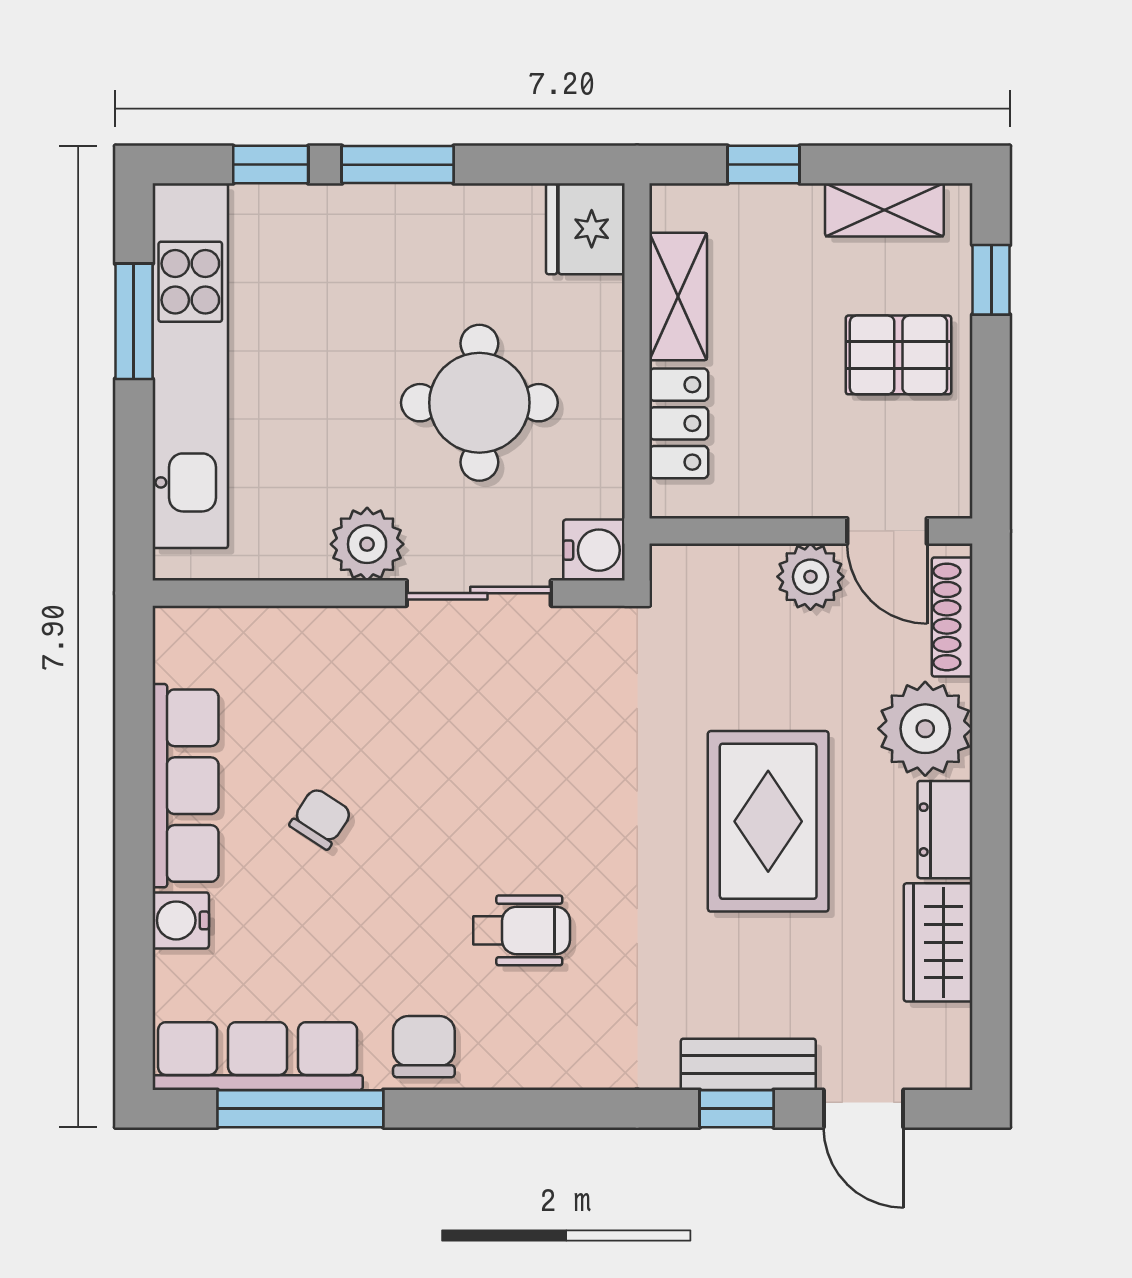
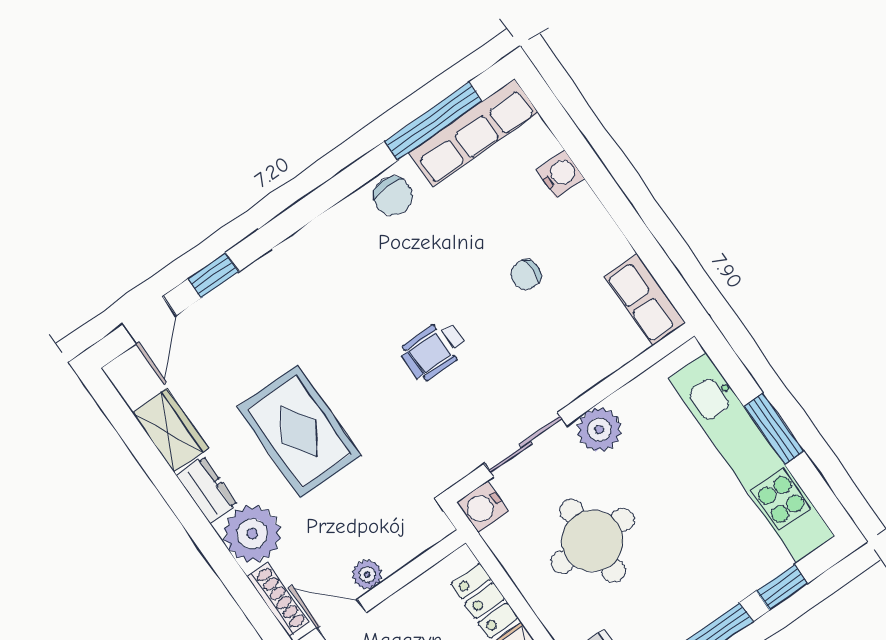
window: (134, 321) -> (774, 429), moved
plant: (810, 577) -> (367, 574), width x0.73, depth x0.73
row of seats: (185, 786) -> (645, 300), moved, width x0.68
chair: (321, 818) -> (526, 275), turned 57
wheelchair: (522, 930) -> (434, 350), moved
bench: (748, 1064) -> (223, 302), removed
door: (864, 1109) -> (149, 320), swing flipped

